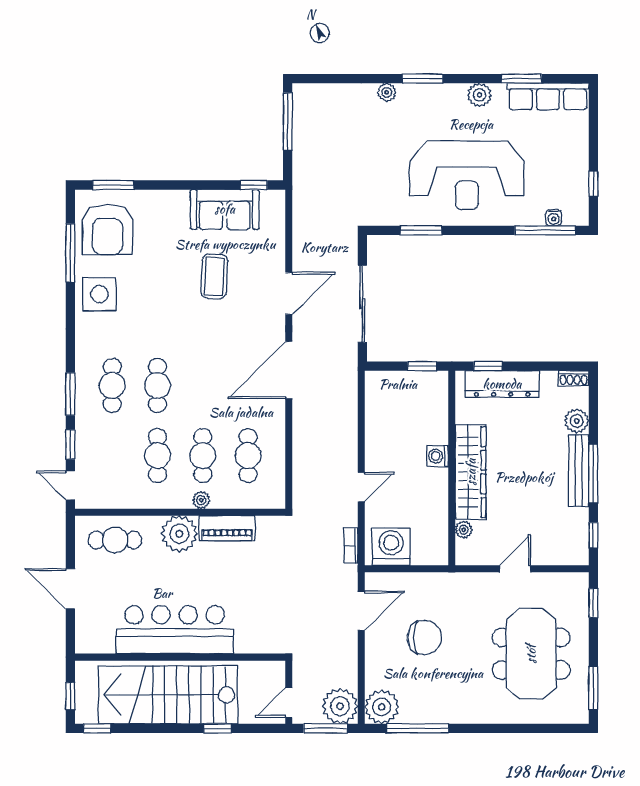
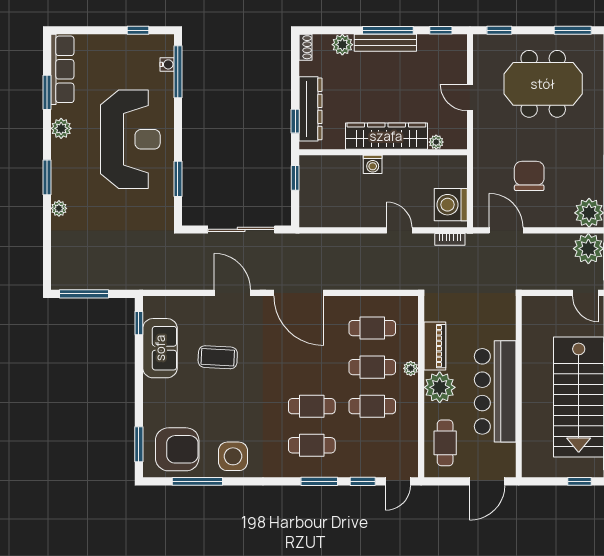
bar counter: (175, 630) -> (495, 391), moved
wall: (180, 657) -> (519, 387), moved

